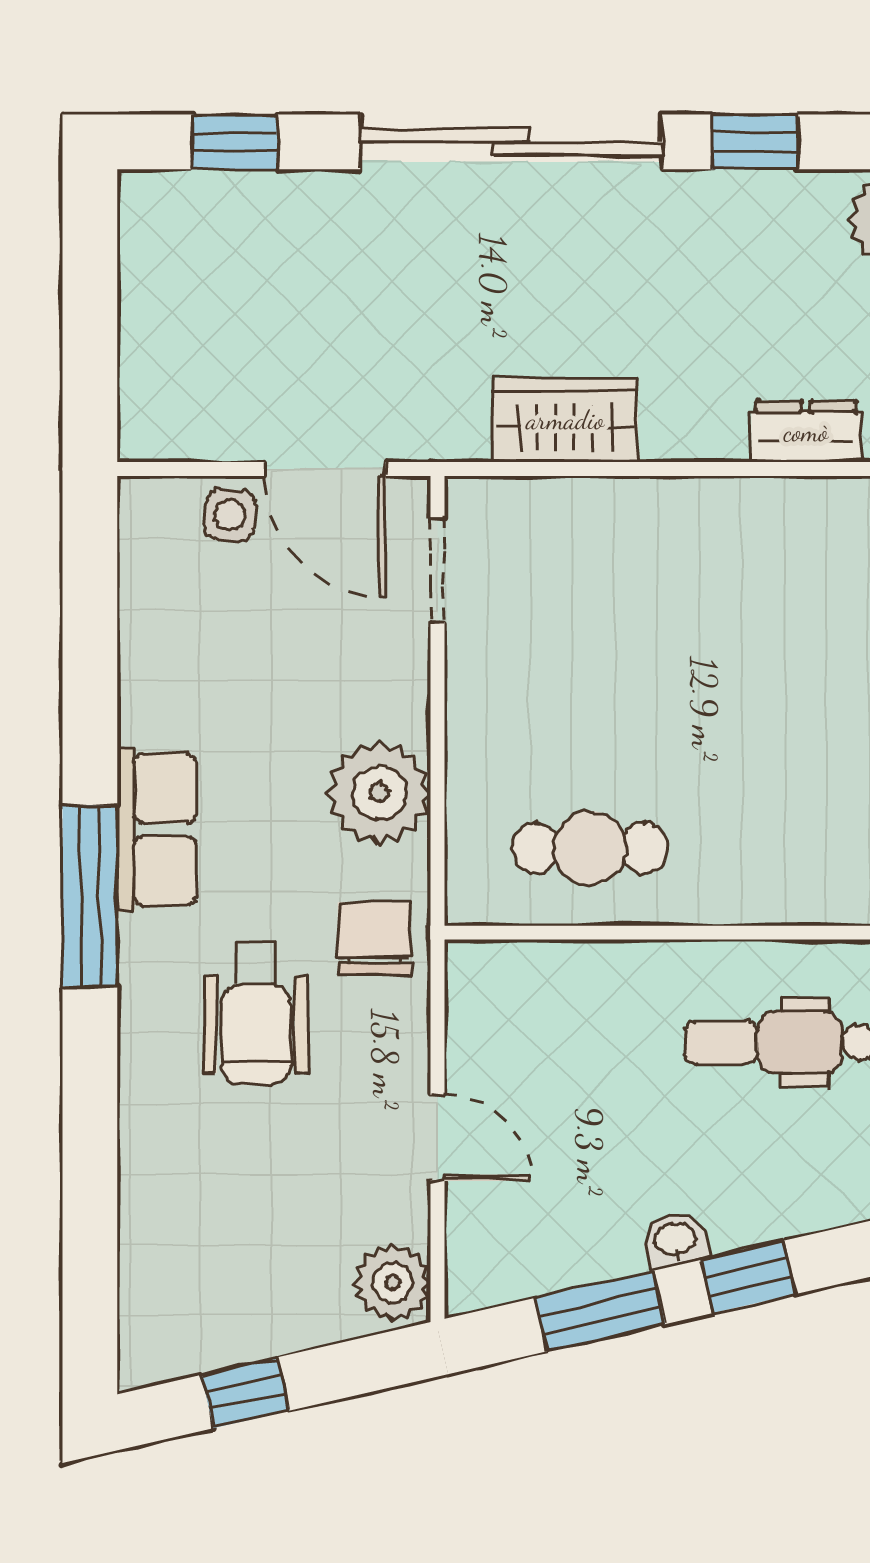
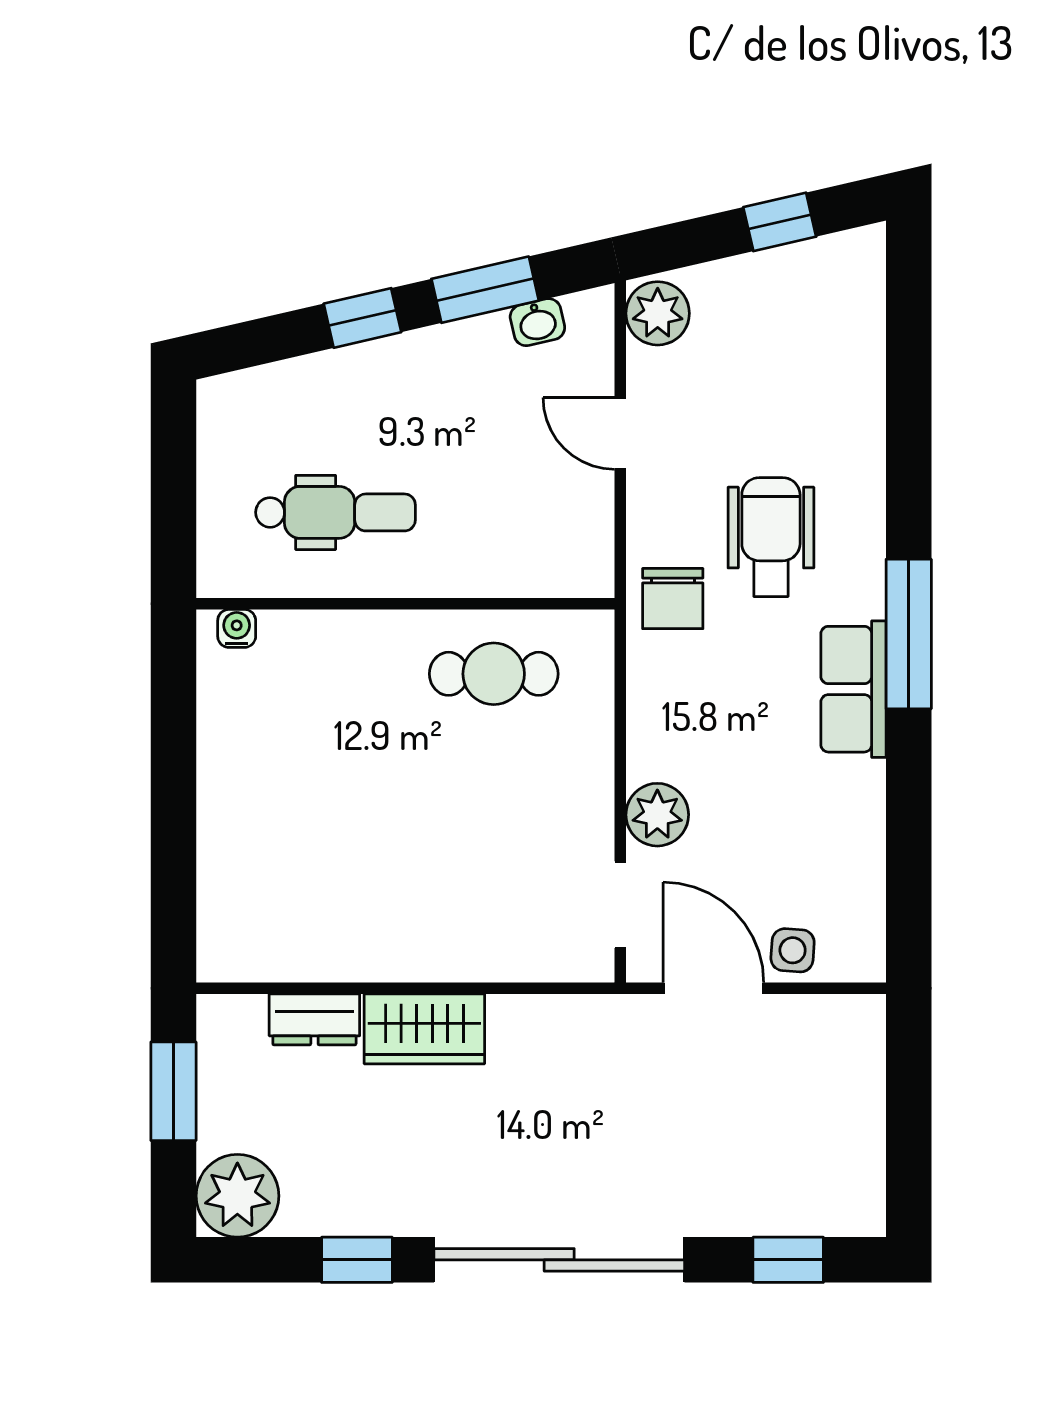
wardrobe: (565, 420) -> (424, 1029), moved
plant: (379, 793) -> (657, 815), moved, width x0.73, depth x0.73
washbasin: (675, 1240) -> (537, 322), moved

